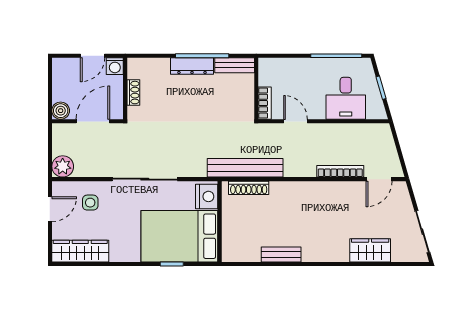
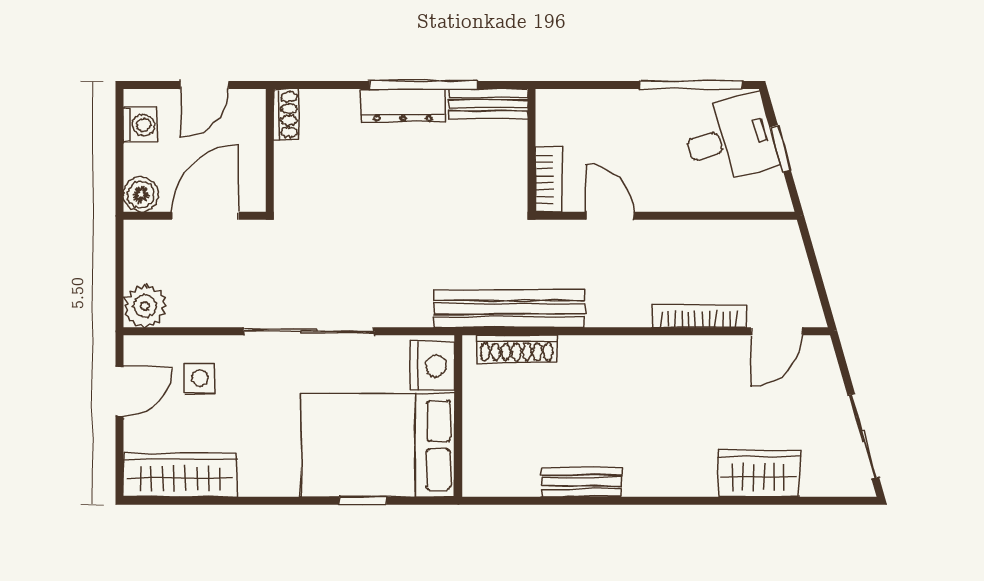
washing machine: (115, 66) -> (140, 125), moved, turned -90
shoe rack: (133, 93) -> (286, 114), moved
desk: (346, 98) -> (730, 139), moved, turned -106

